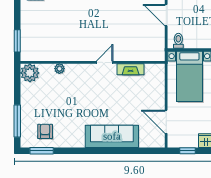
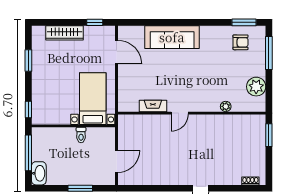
door: (166, 15) -> (117, 161), hinge flipped
toilet: (178, 41) -> (81, 135), moved
plant: (30, 73) -> (256, 87), moved
armchair: (45, 131) -> (241, 42), turned -90

